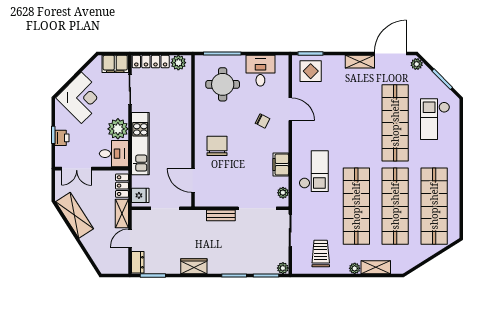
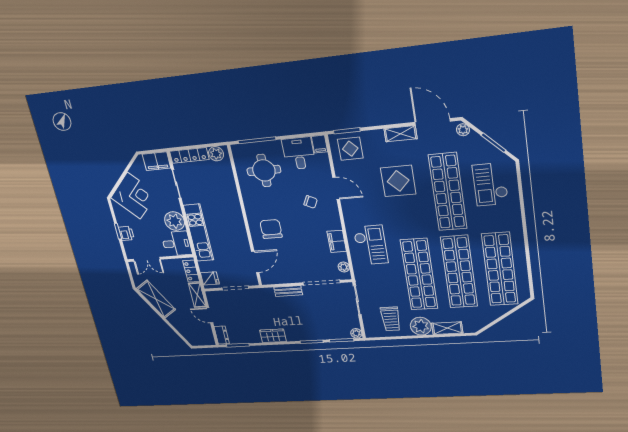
door: (390, 54) -> (433, 122), hinge flipped
filing cabinet: (282, 64) -> (319, 144), added
display table: (351, 107) -> (398, 181), added
door: (193, 180) -> (255, 262), swing flipped
door: (130, 238) -> (210, 315), hinge flipped
trolley: (321, 253) -> (391, 319), turned 180
plant: (355, 268) -> (421, 326), width x1.88, depth x1.88

